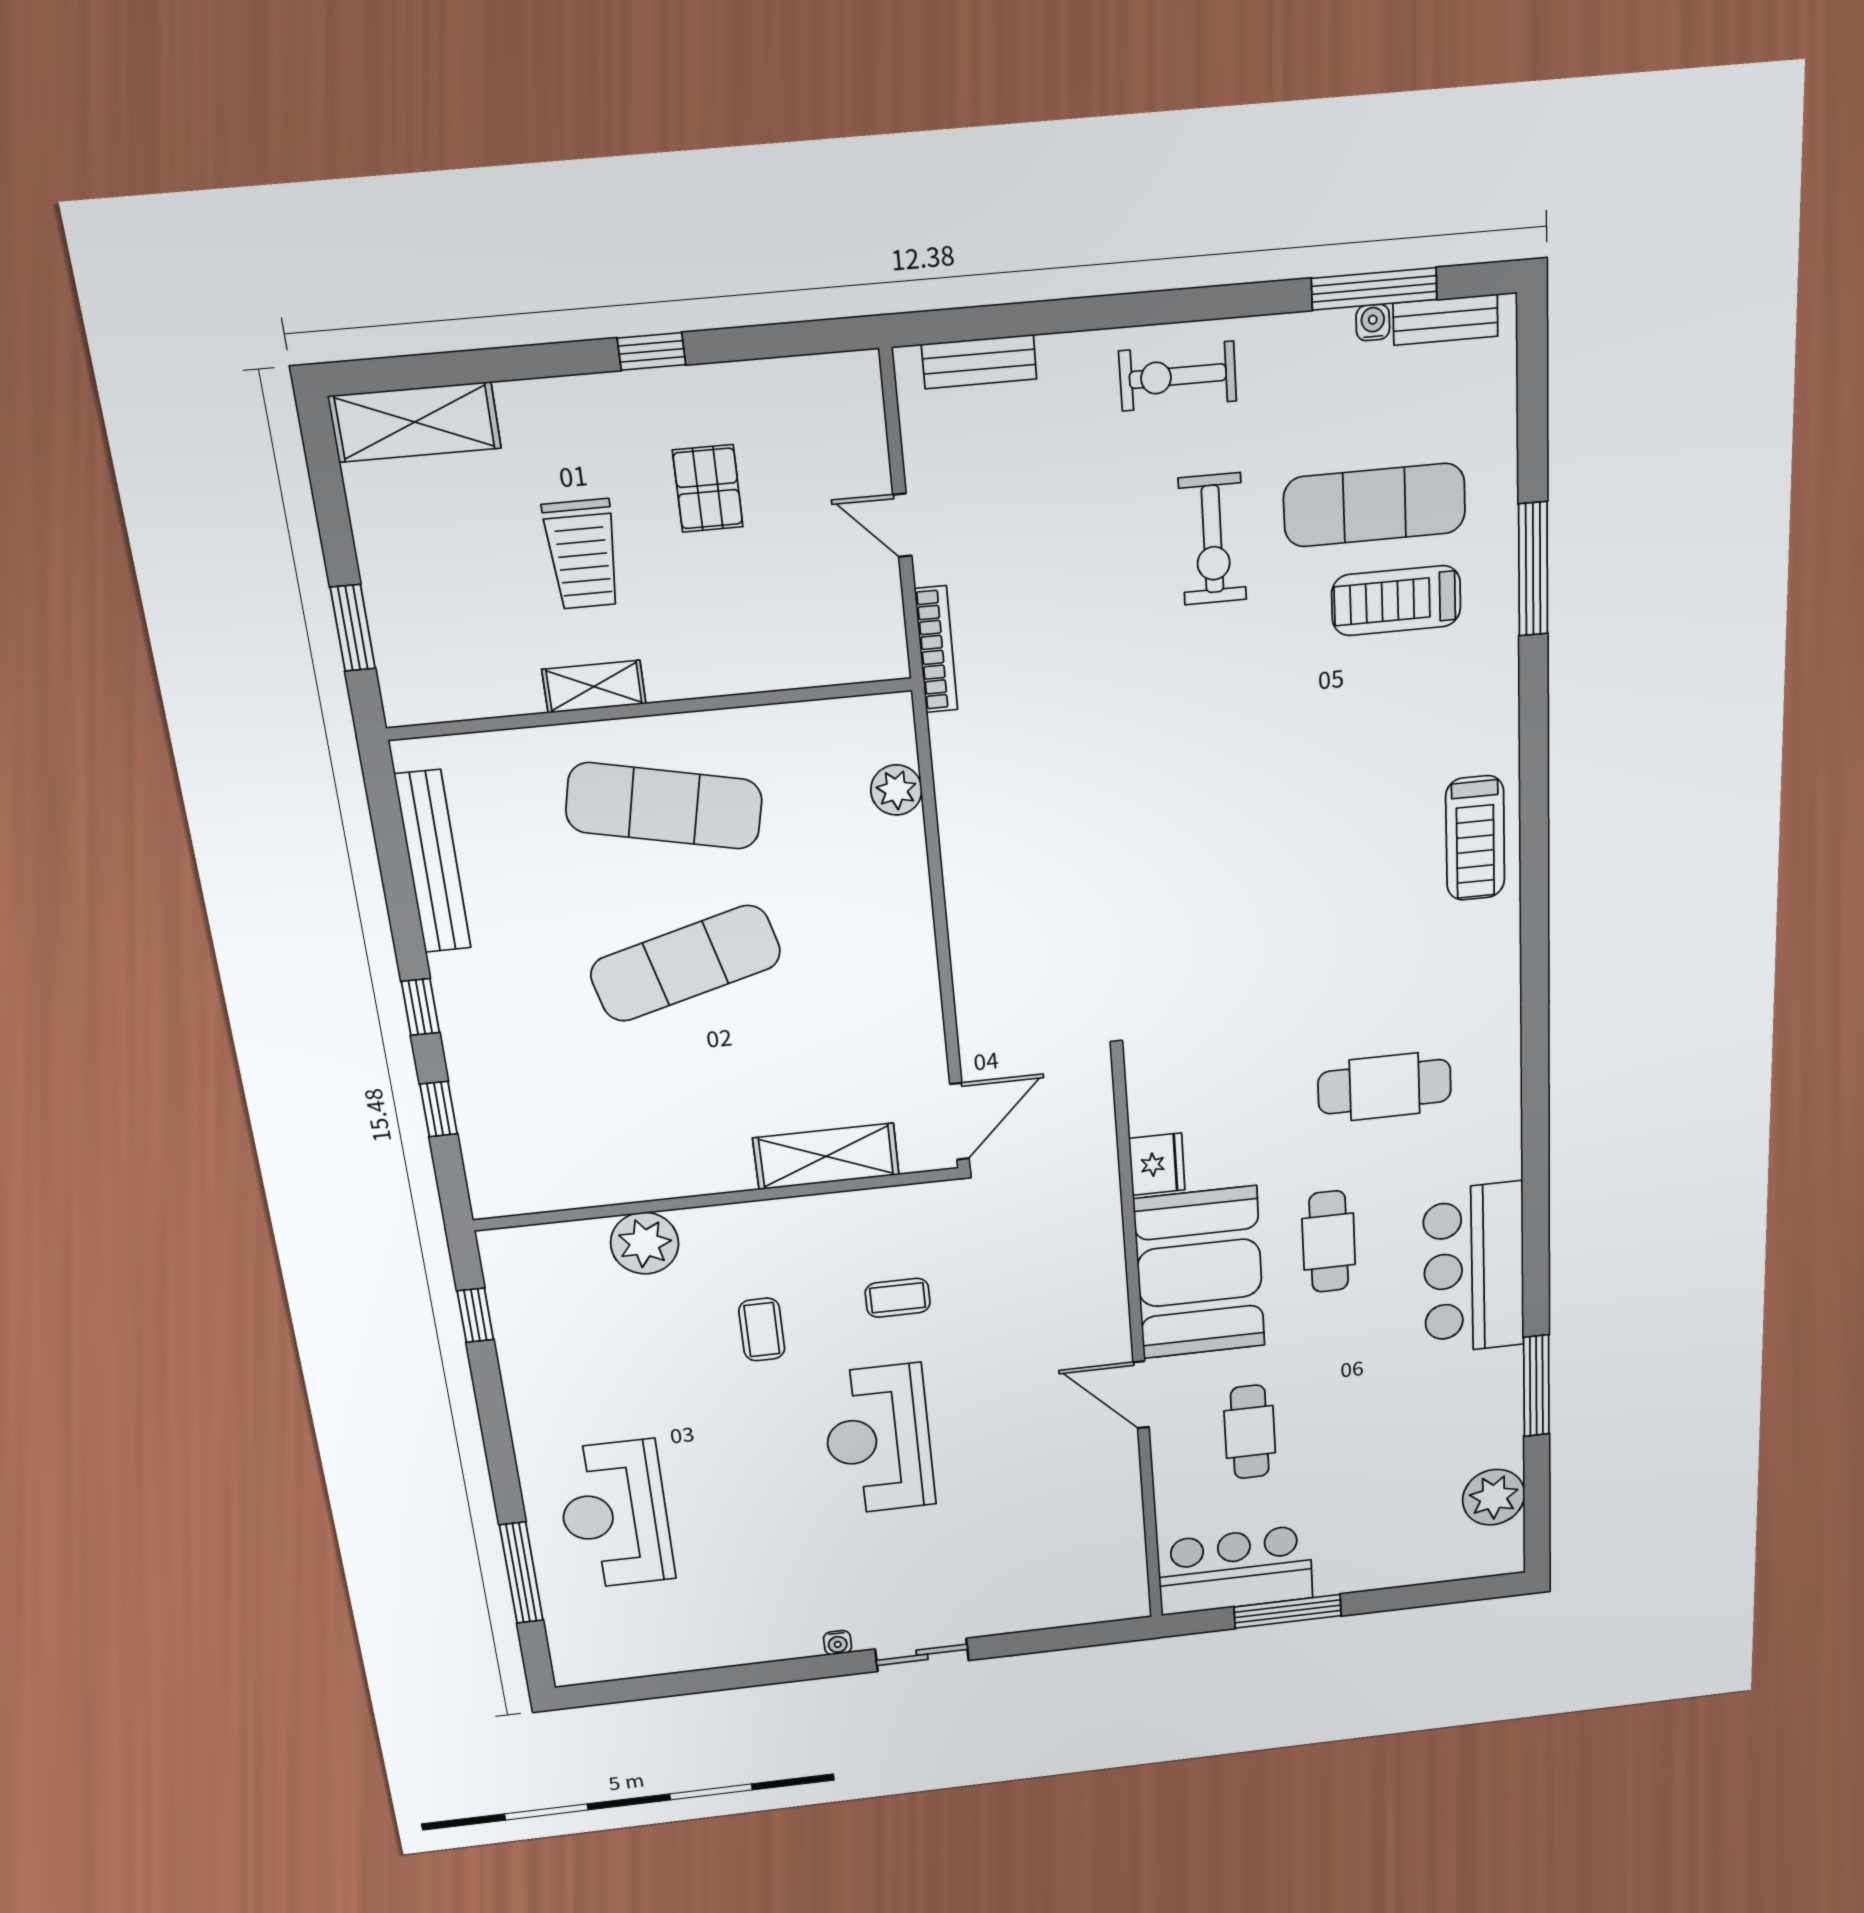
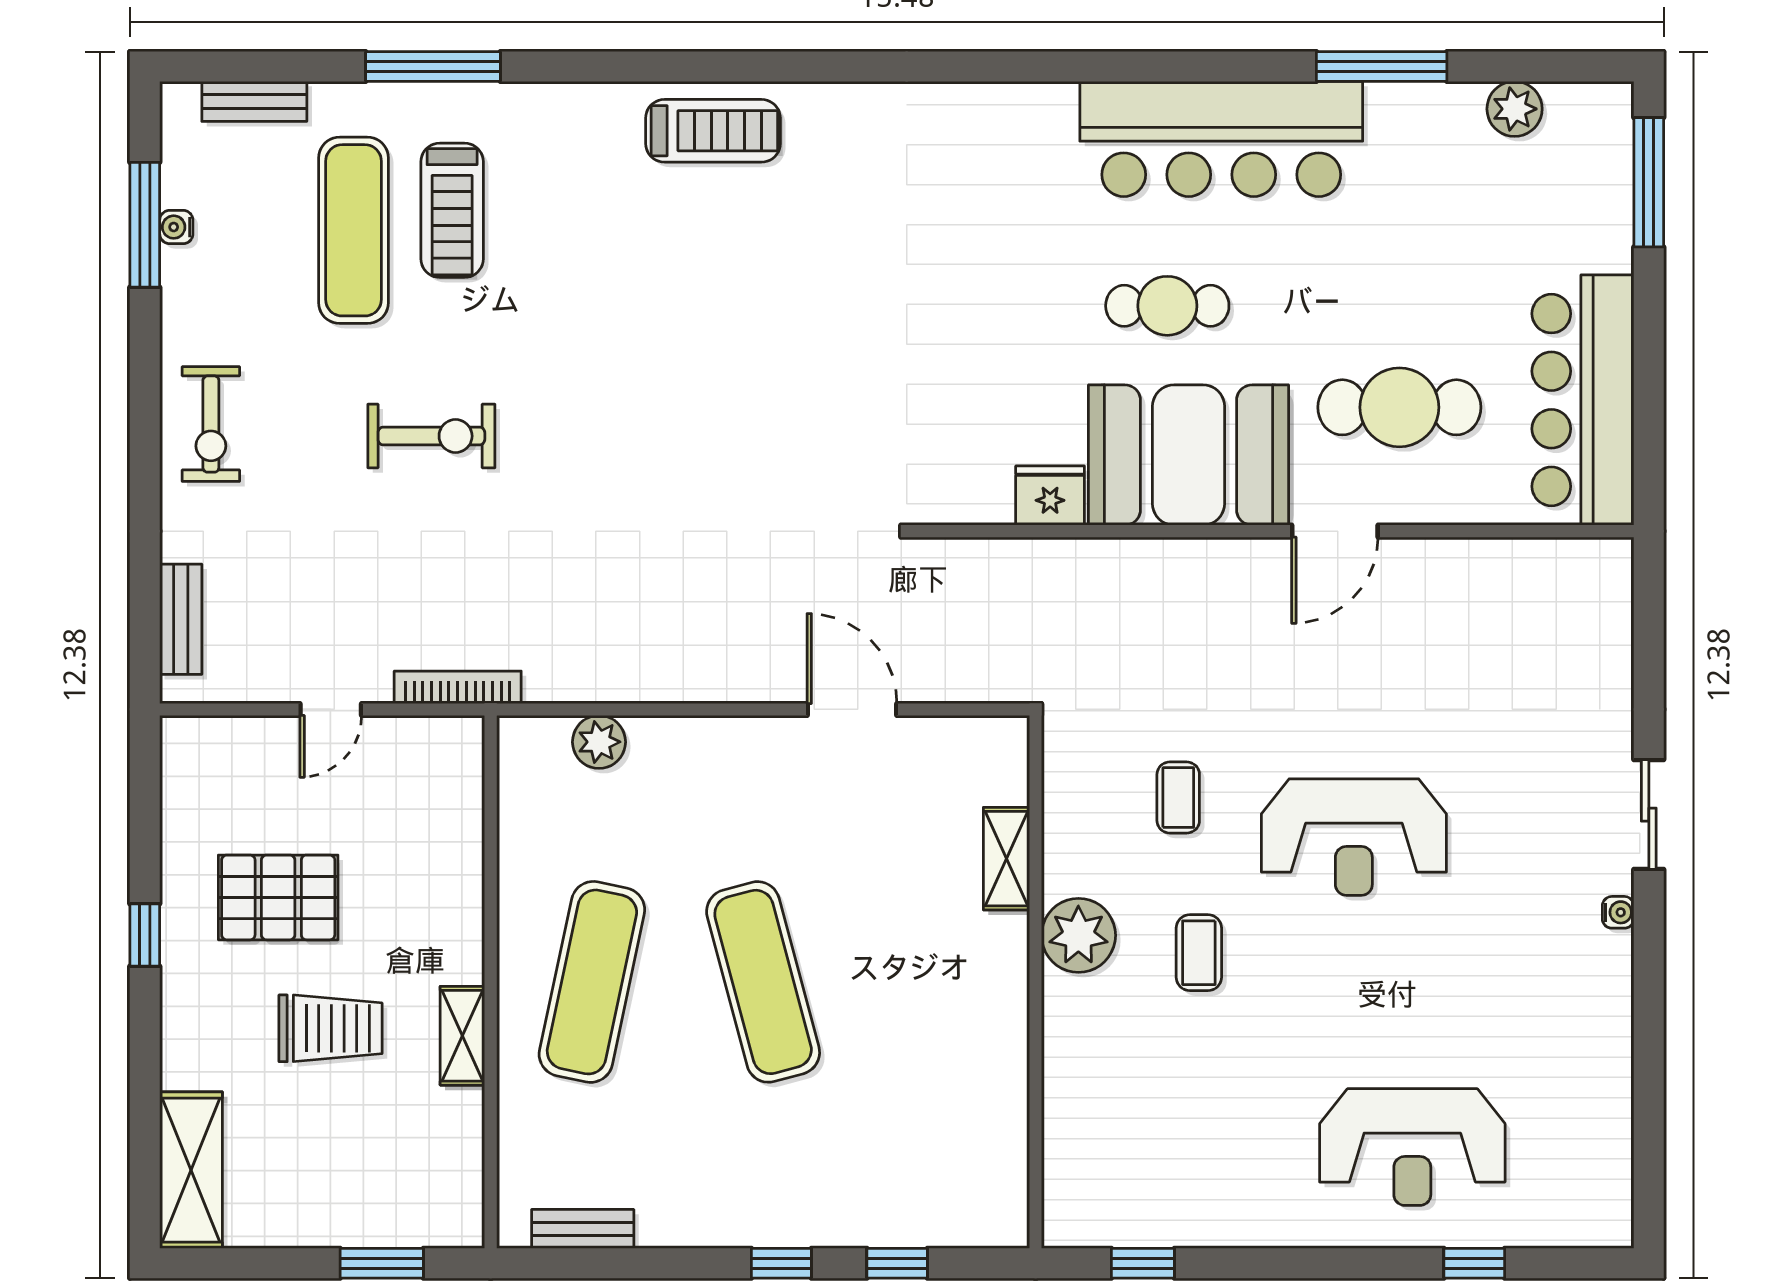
bench: (1445, 320) -> (254, 101), moved, turned 90
pallet: (708, 488) -> (278, 897), width x1.50, depth x1.42
exercise bike: (1212, 539) -> (431, 436), moved
bench: (433, 862) -> (583, 1229), width x0.54, depth x0.82
cafe table: (1385, 1087) -> (987, 237), removed
door: (959, 1121) -> (852, 709), moved
shelving: (826, 1156) -> (1006, 859), width x0.67, depth x0.75
plant: (645, 1243) -> (1078, 935), moved
bar counter: (1474, 1269) -> (1221, 139), width x1.36
coffee table: (762, 1330) -> (1199, 953), turned 90
cafe table: (1250, 1432) -> (1399, 407), width x1.37, depth x1.35
plant: (1494, 1497) -> (1515, 109), width x0.73, depth x0.73
bar counter: (1235, 1570) -> (1583, 400), width x1.36
window: (521, 1573) -> (1474, 1263), width x0.46
window: (1288, 1611) -> (1649, 182), moved

